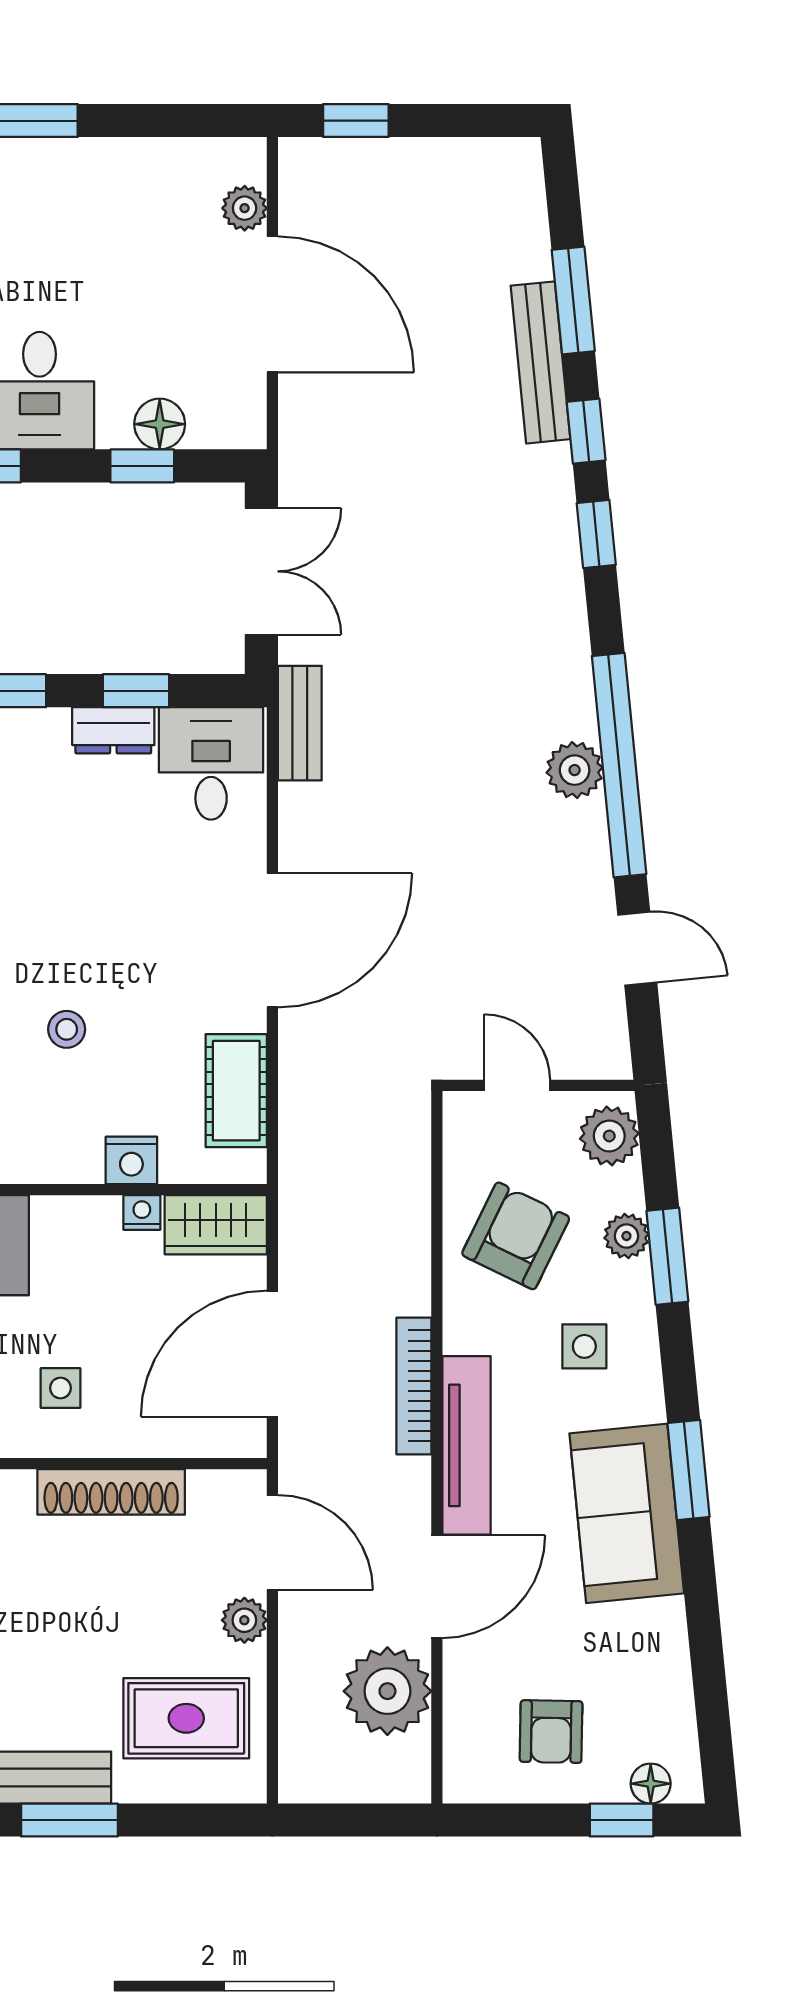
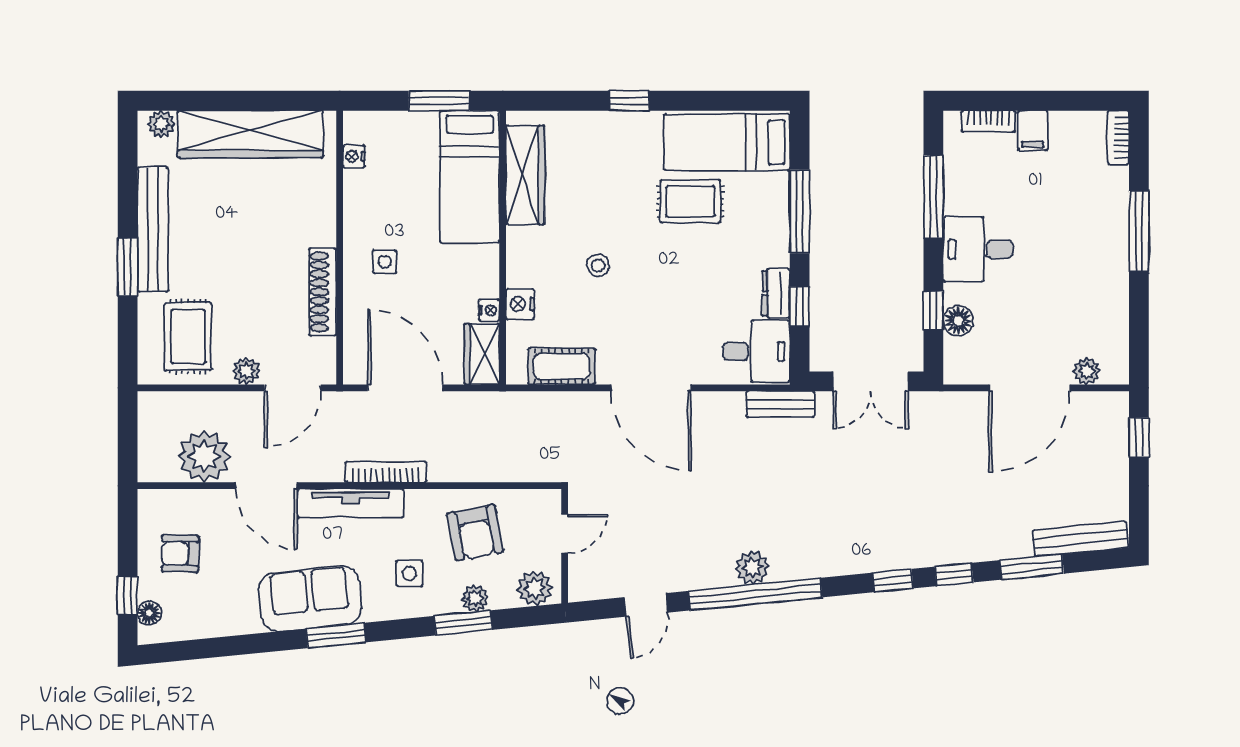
bench: (541, 362) -> (1081, 539), moved
armchair: (516, 1236) -> (475, 533), turned 53

